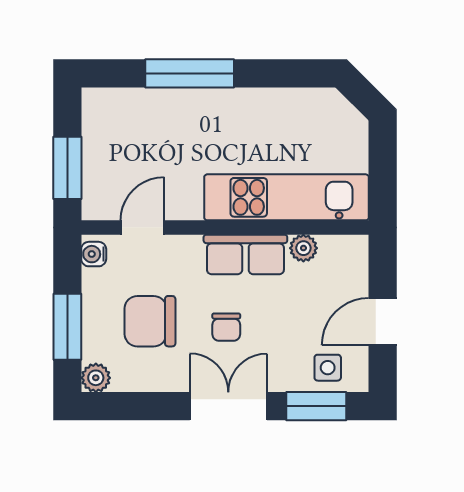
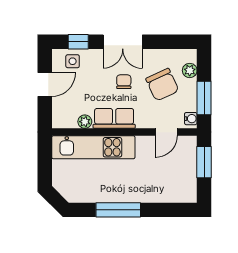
window: (190, 73) -> (118, 210), moved
chair: (150, 321) -> (162, 85), turned 65
window: (67, 327) -> (204, 98), moved
plant: (96, 378) -> (190, 70), moved
window: (316, 406) -> (78, 42), width x0.67

